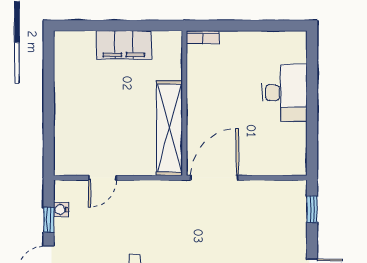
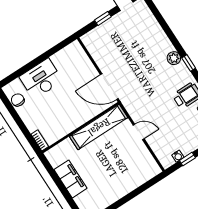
chair: (276, 43) -> (18, 100), added
door: (102, 178) -> (139, 132), moved
window: (312, 209) -> (103, 18), moved

